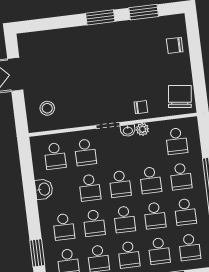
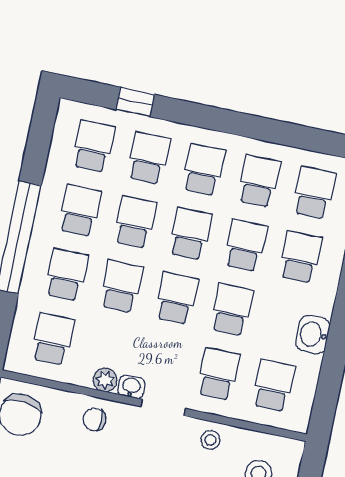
stool: (78, 117) -> (210, 440), added

